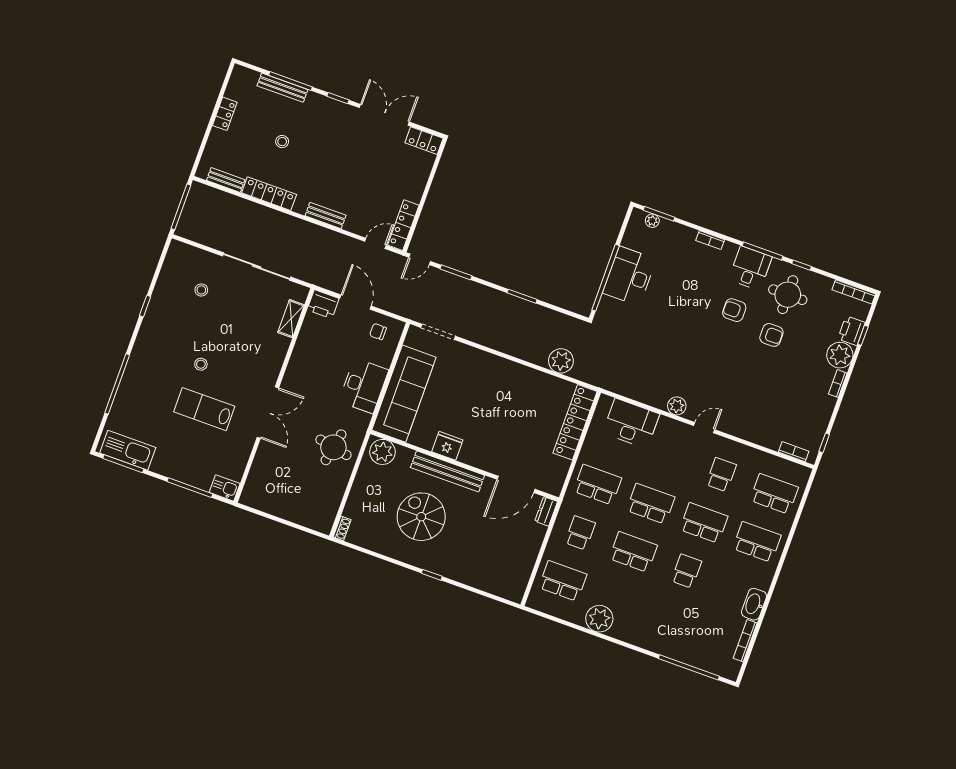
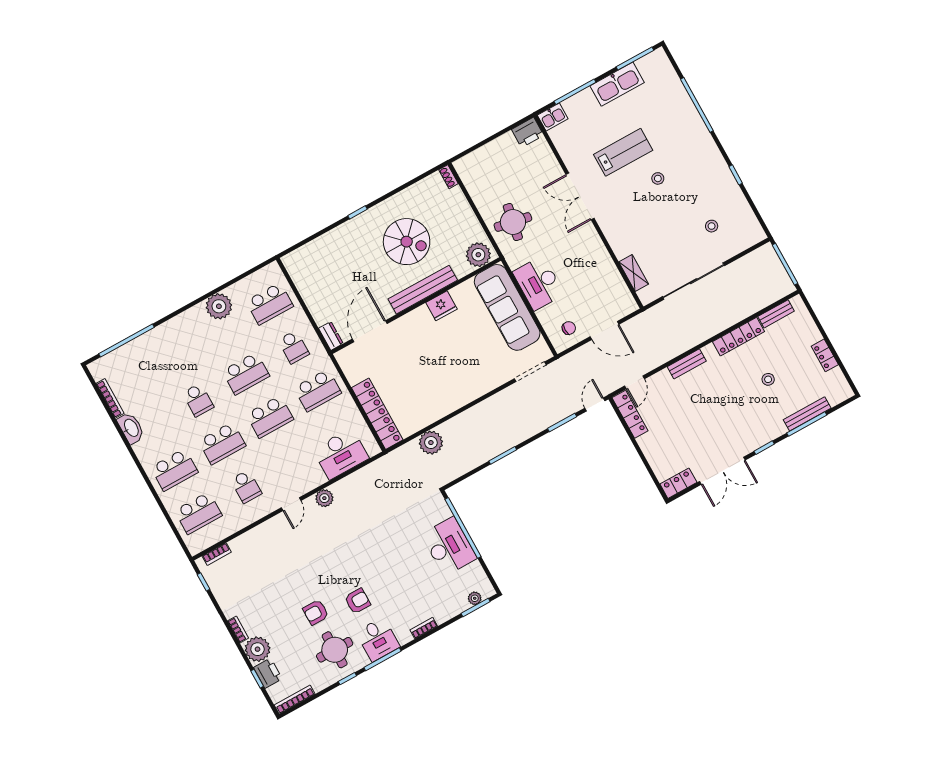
printer: (323, 304) -> (528, 132), moved, turned 180
kitchen sink: (128, 450) -> (617, 84), moved

